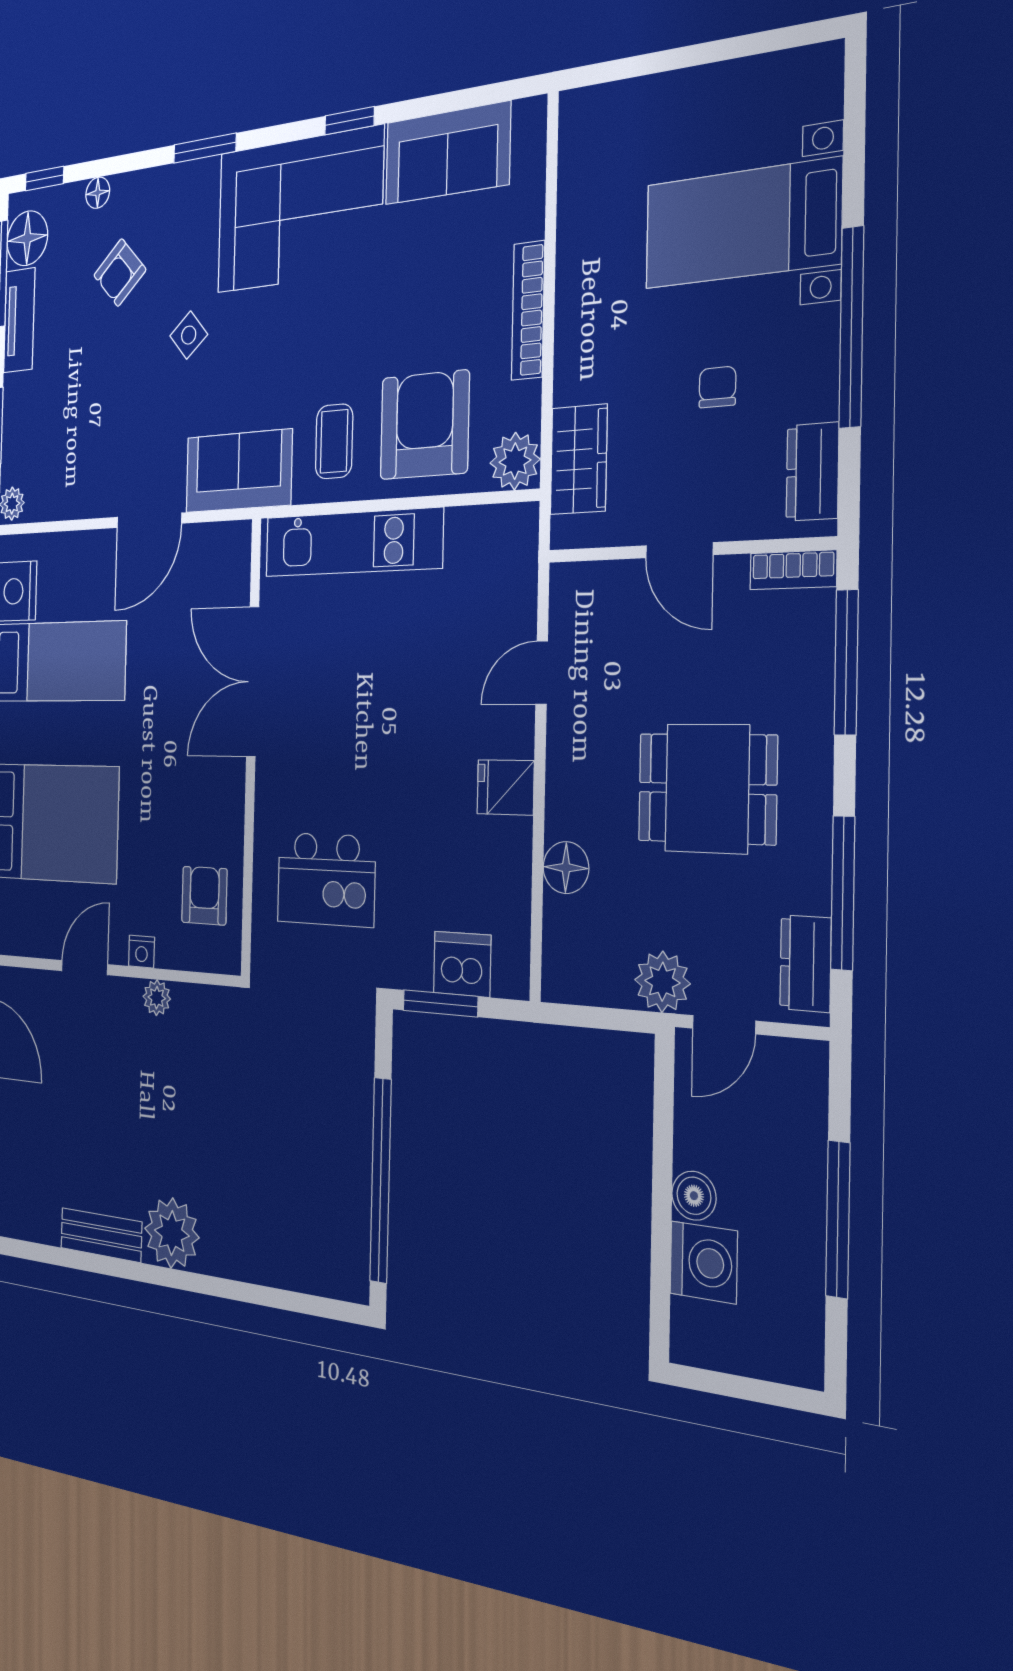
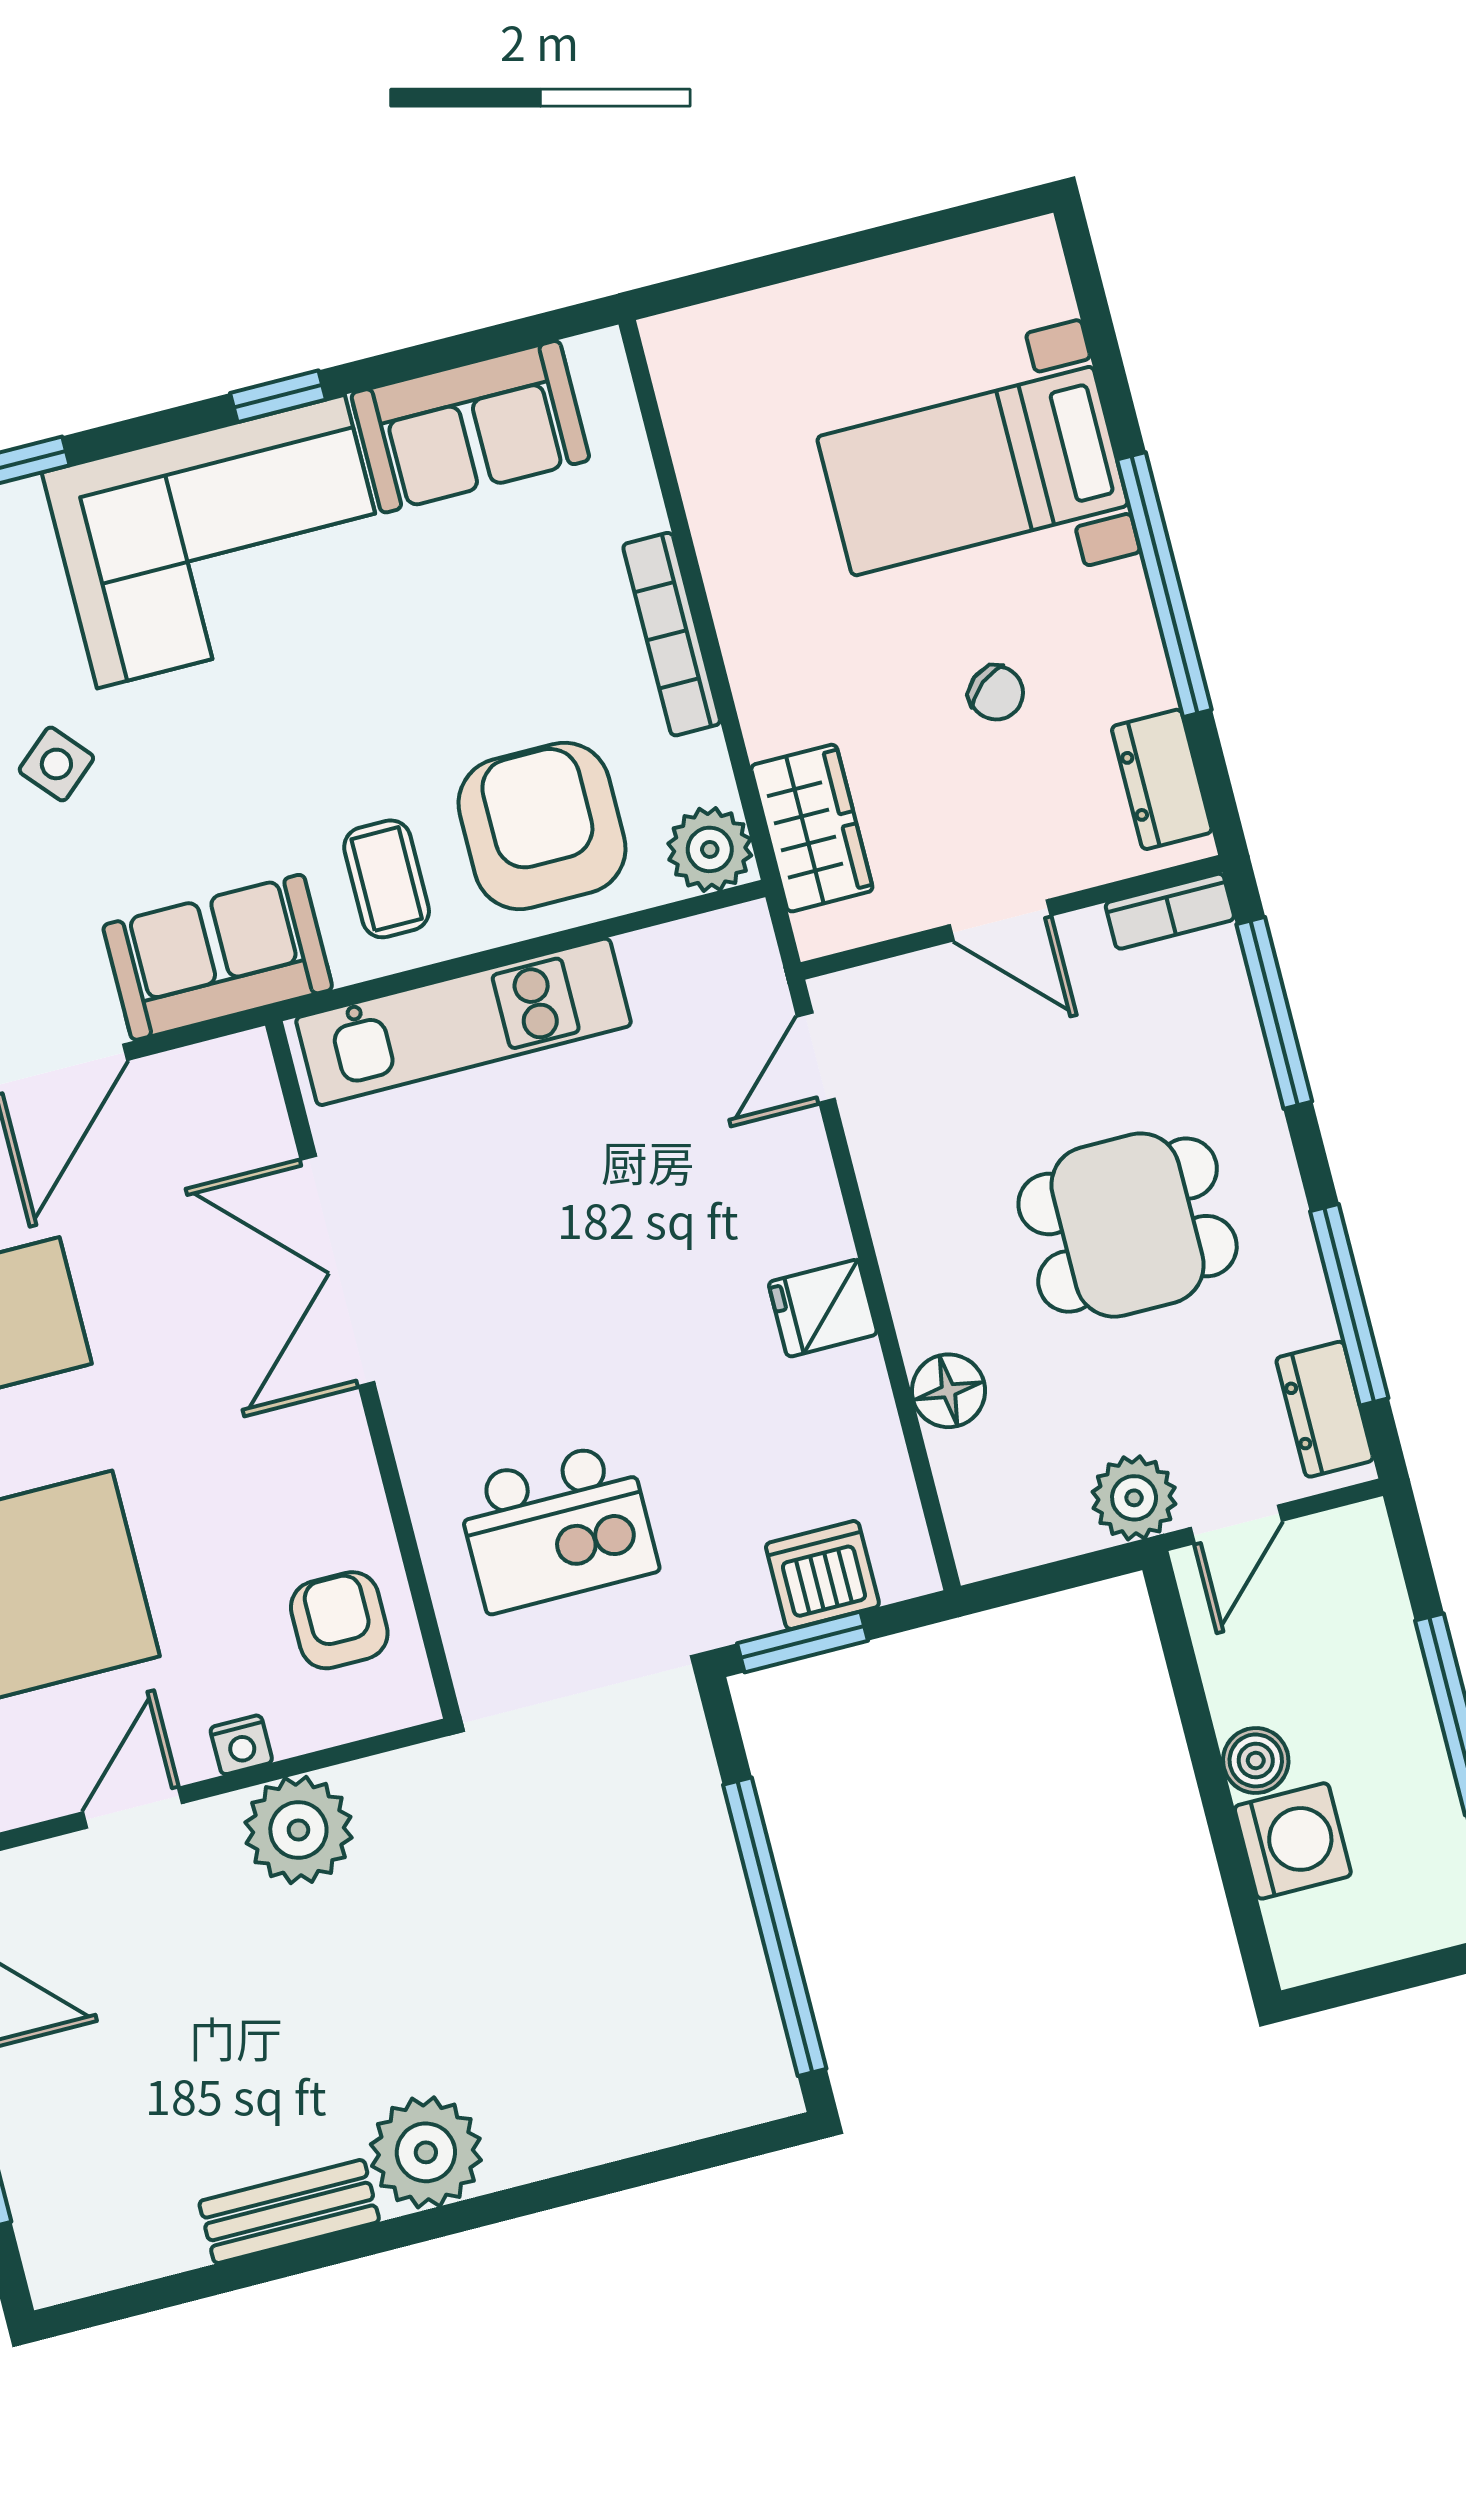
chair: (717, 387) -> (996, 693), turned 141
door: (542, 673) -> (816, 1058), moved
plant: (157, 998) -> (298, 1830), width x1.87, depth x1.87

